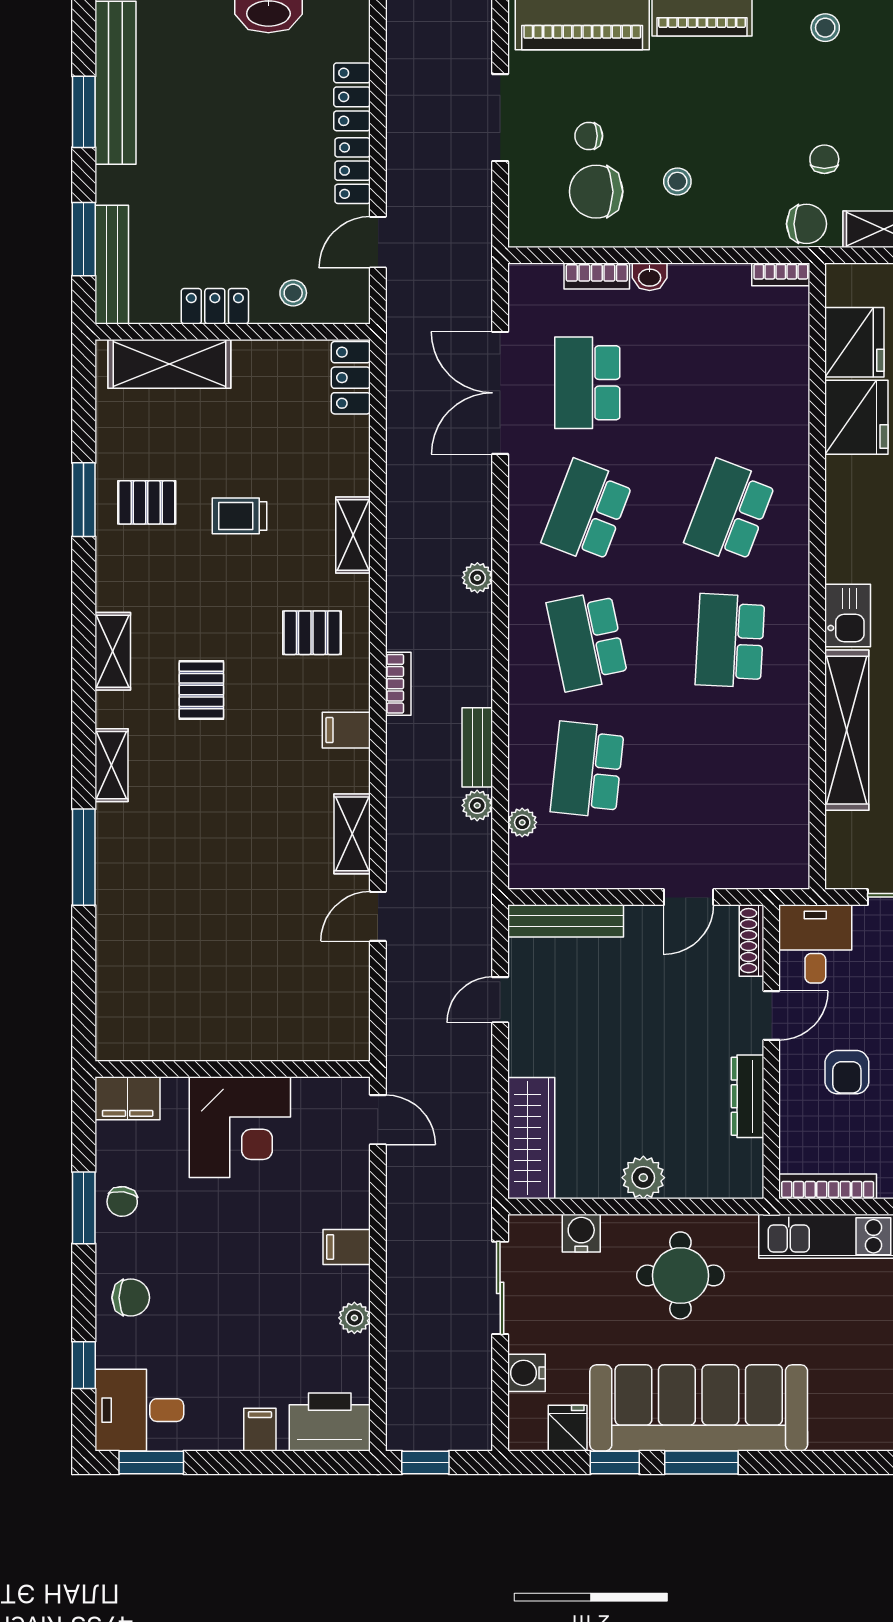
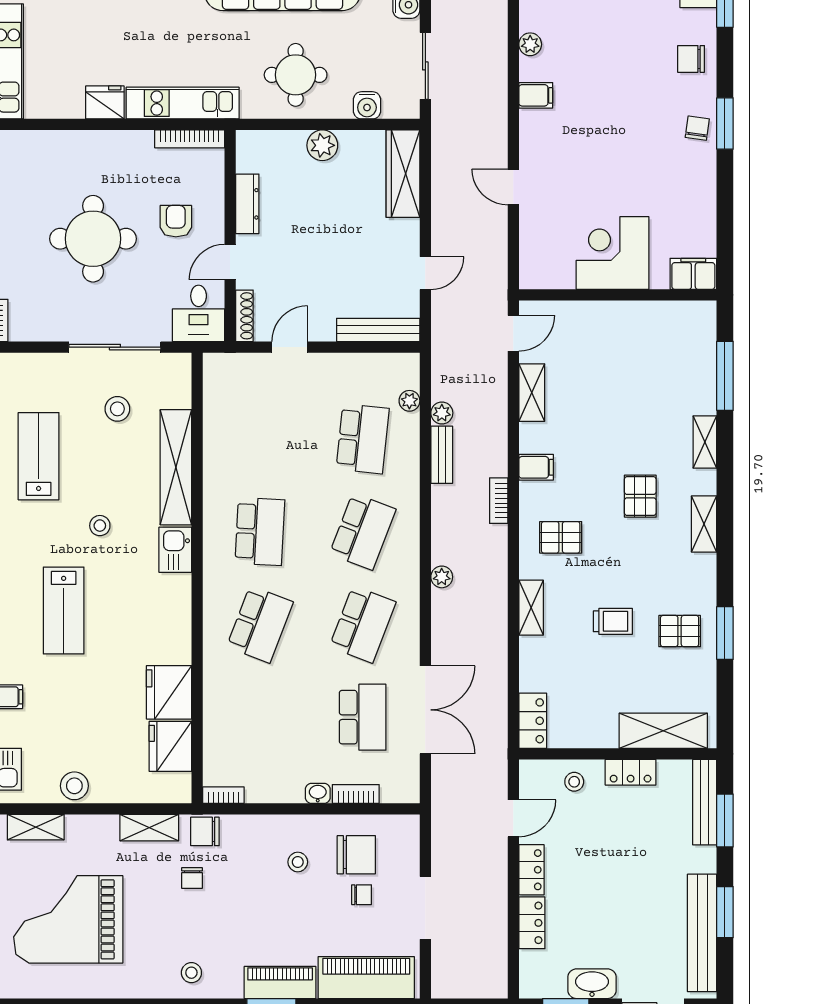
school desk: (587, 641) -> (363, 532), turned 33
wall: (233, 1069) -> (618, 295), moved
filing cabinet: (128, 1098) -> (693, 274), moved
corner desk: (240, 1127) -> (613, 253), moved

